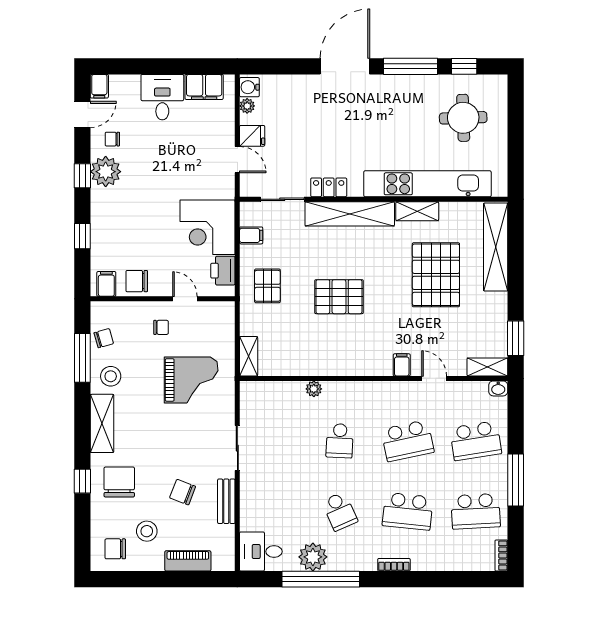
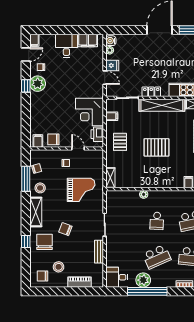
window: (82, 236) -> (26, 117), removed
chair: (183, 492) -> (65, 229), moved
school desk: (340, 511) -> (157, 257), width x1.85

